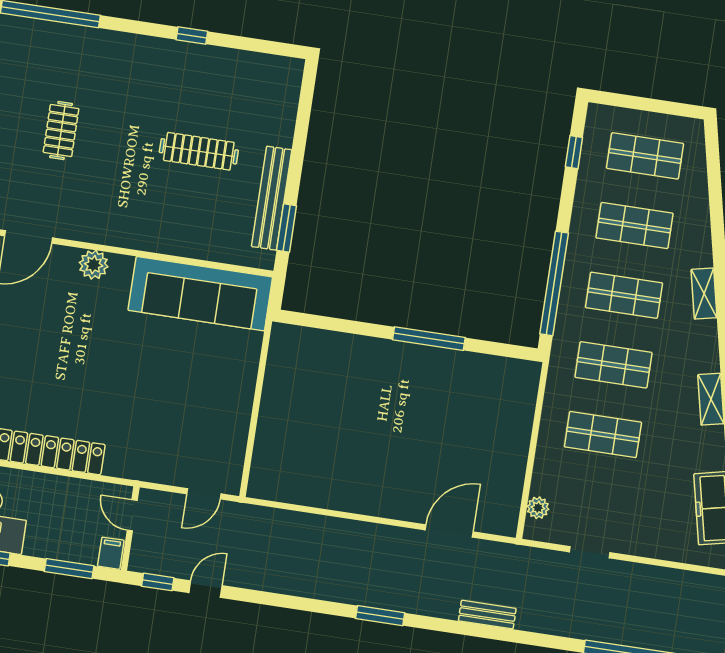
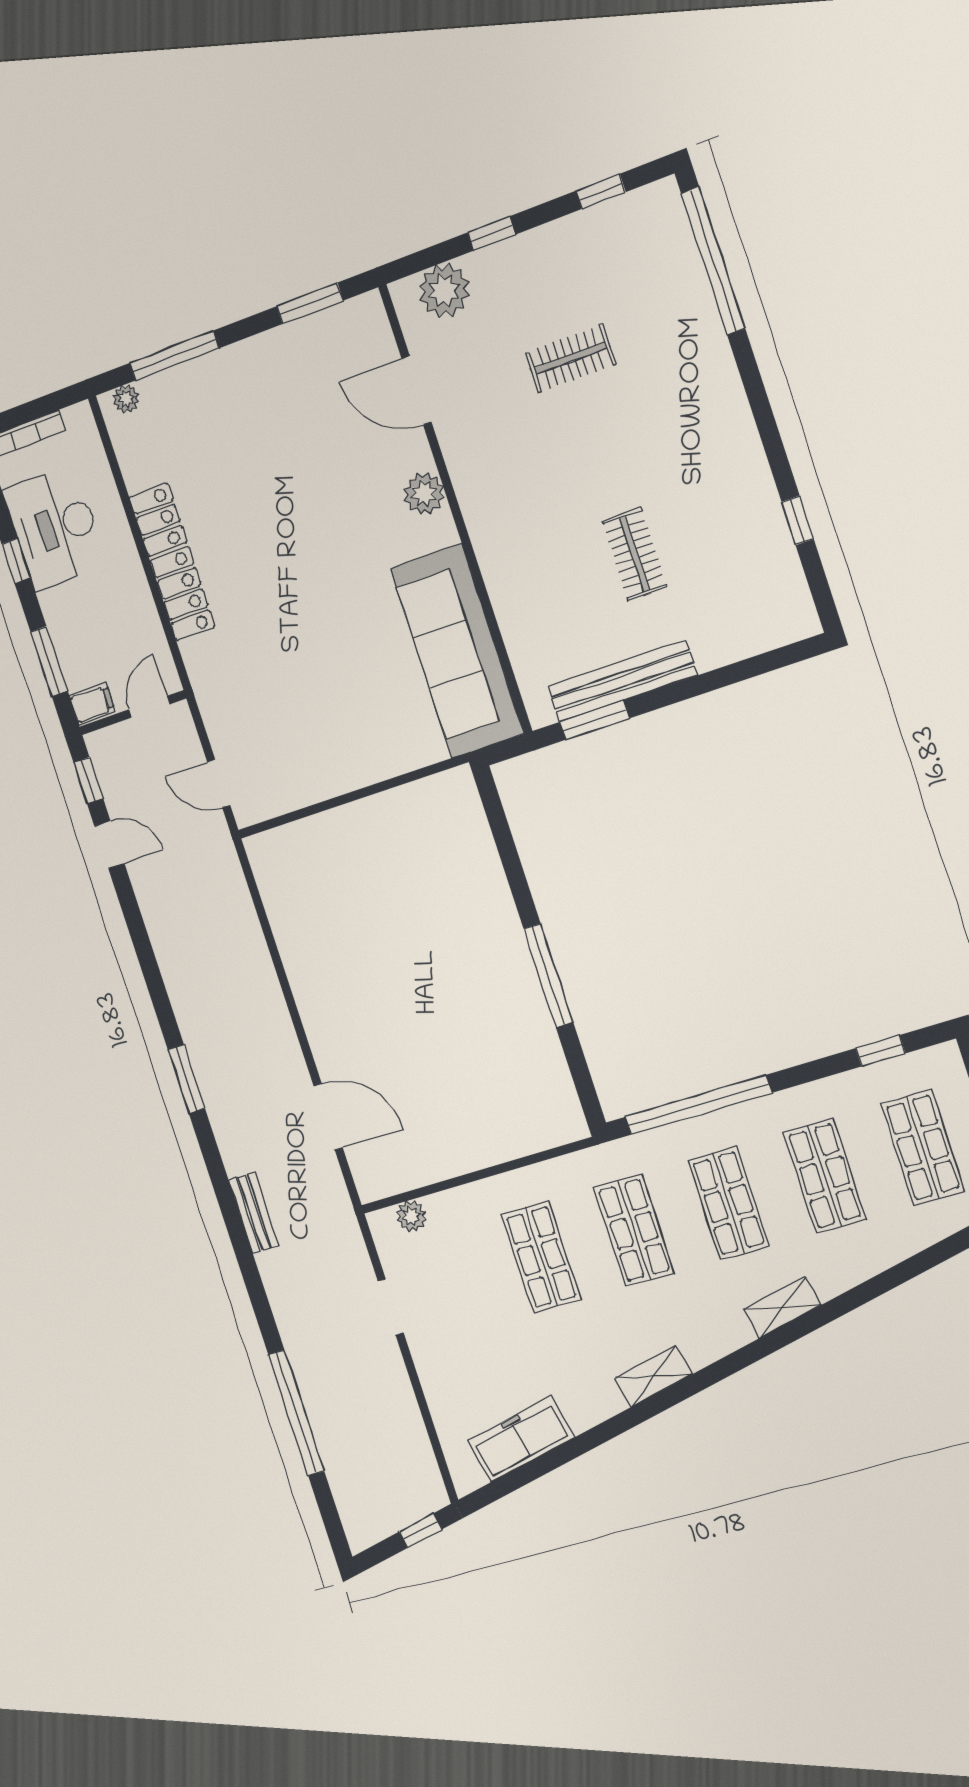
window: (192, 36) -> (798, 520), moved
clothes rail: (199, 151) -> (634, 554), width x0.73

